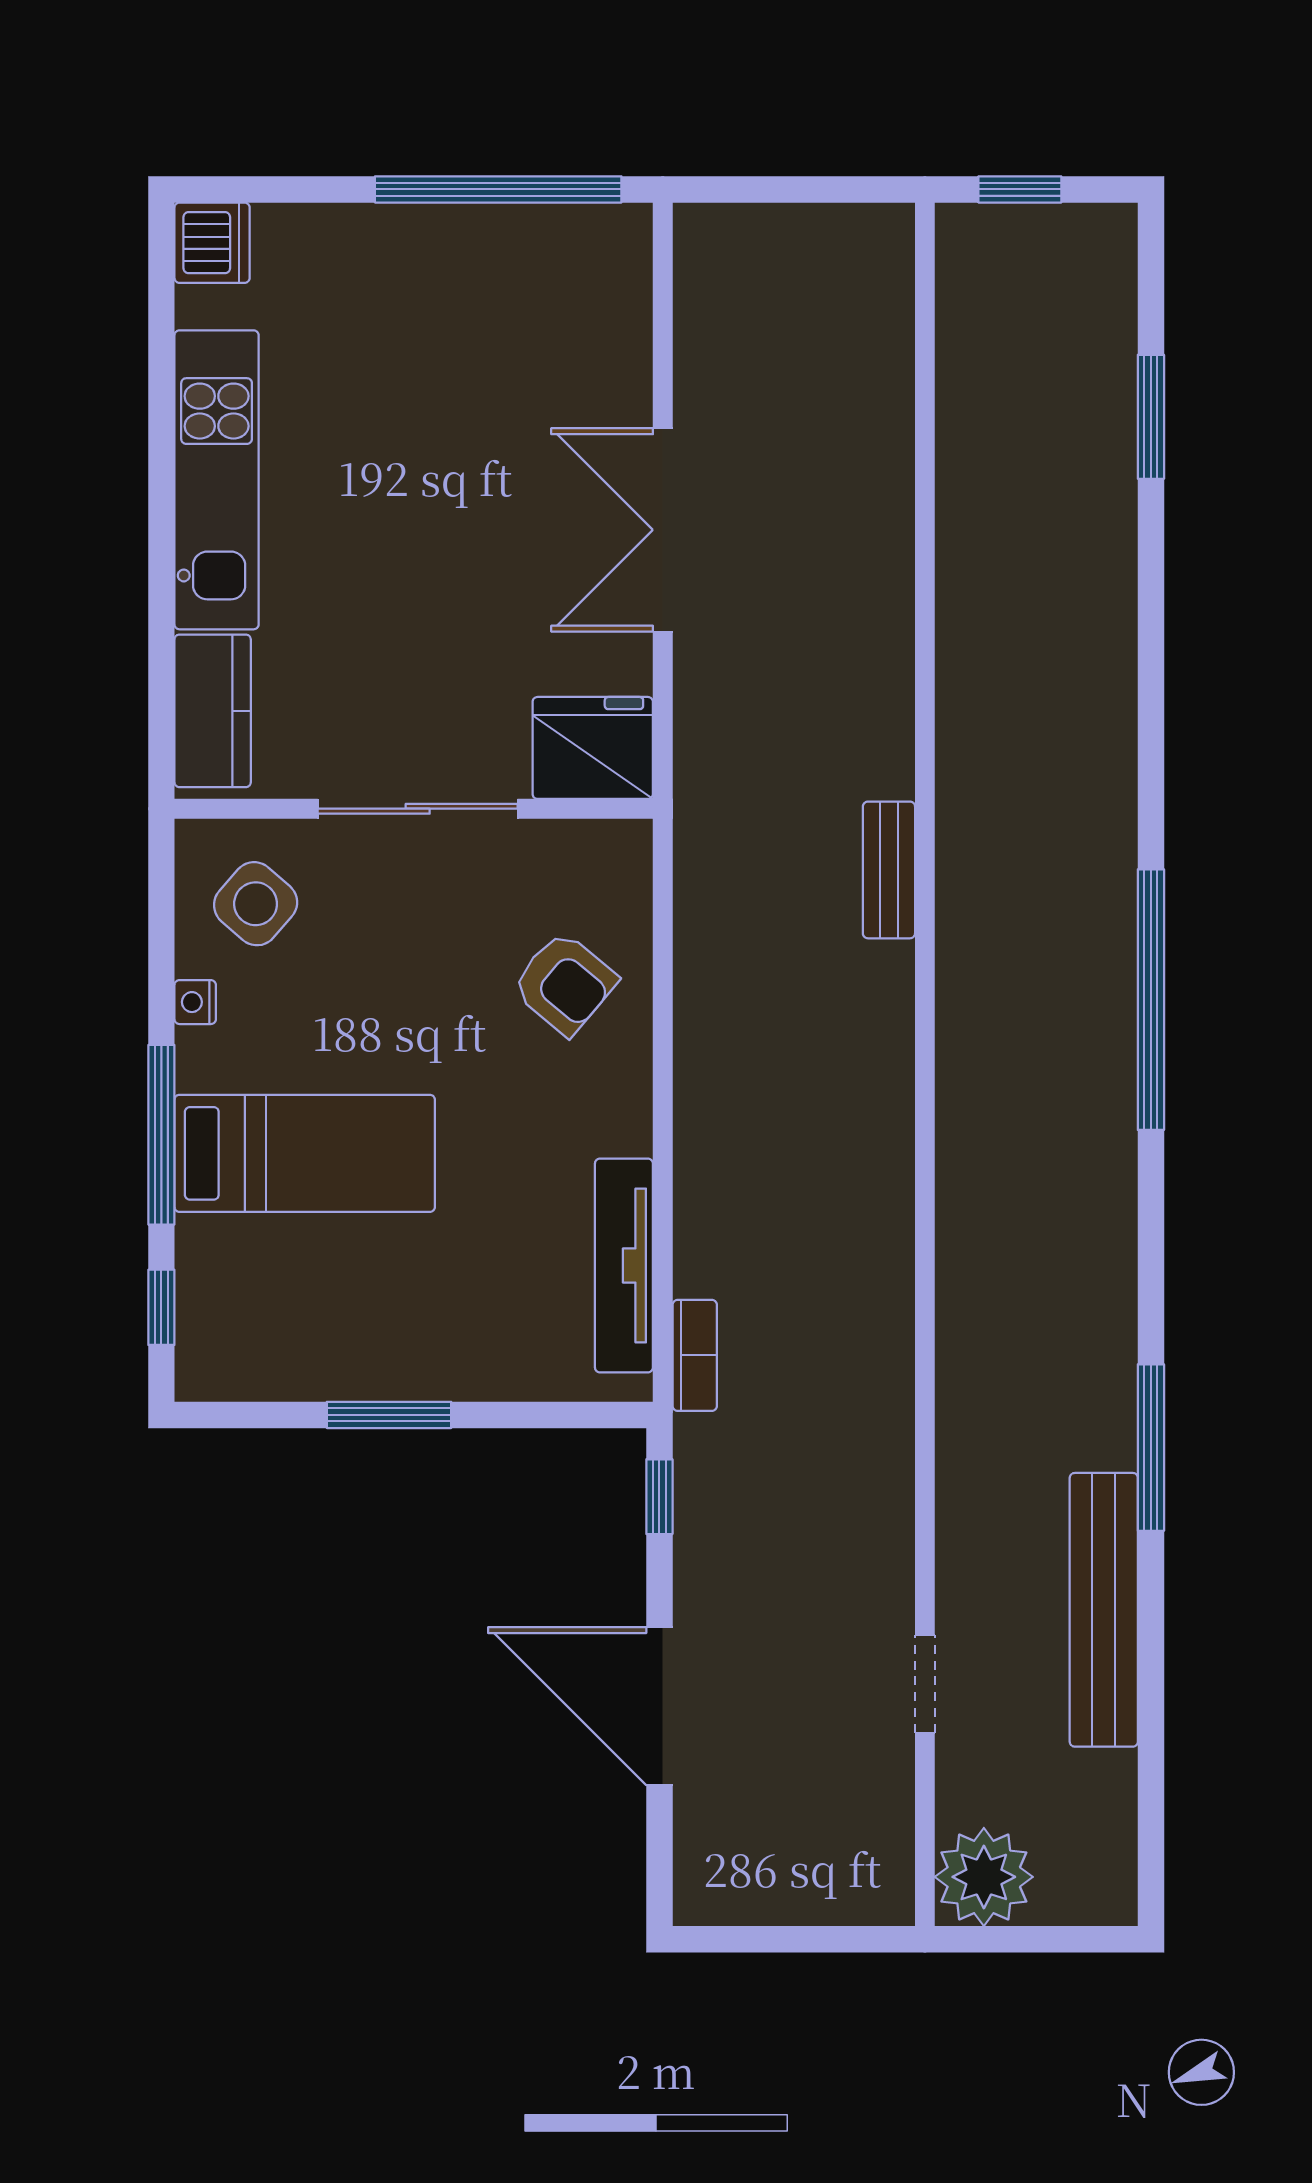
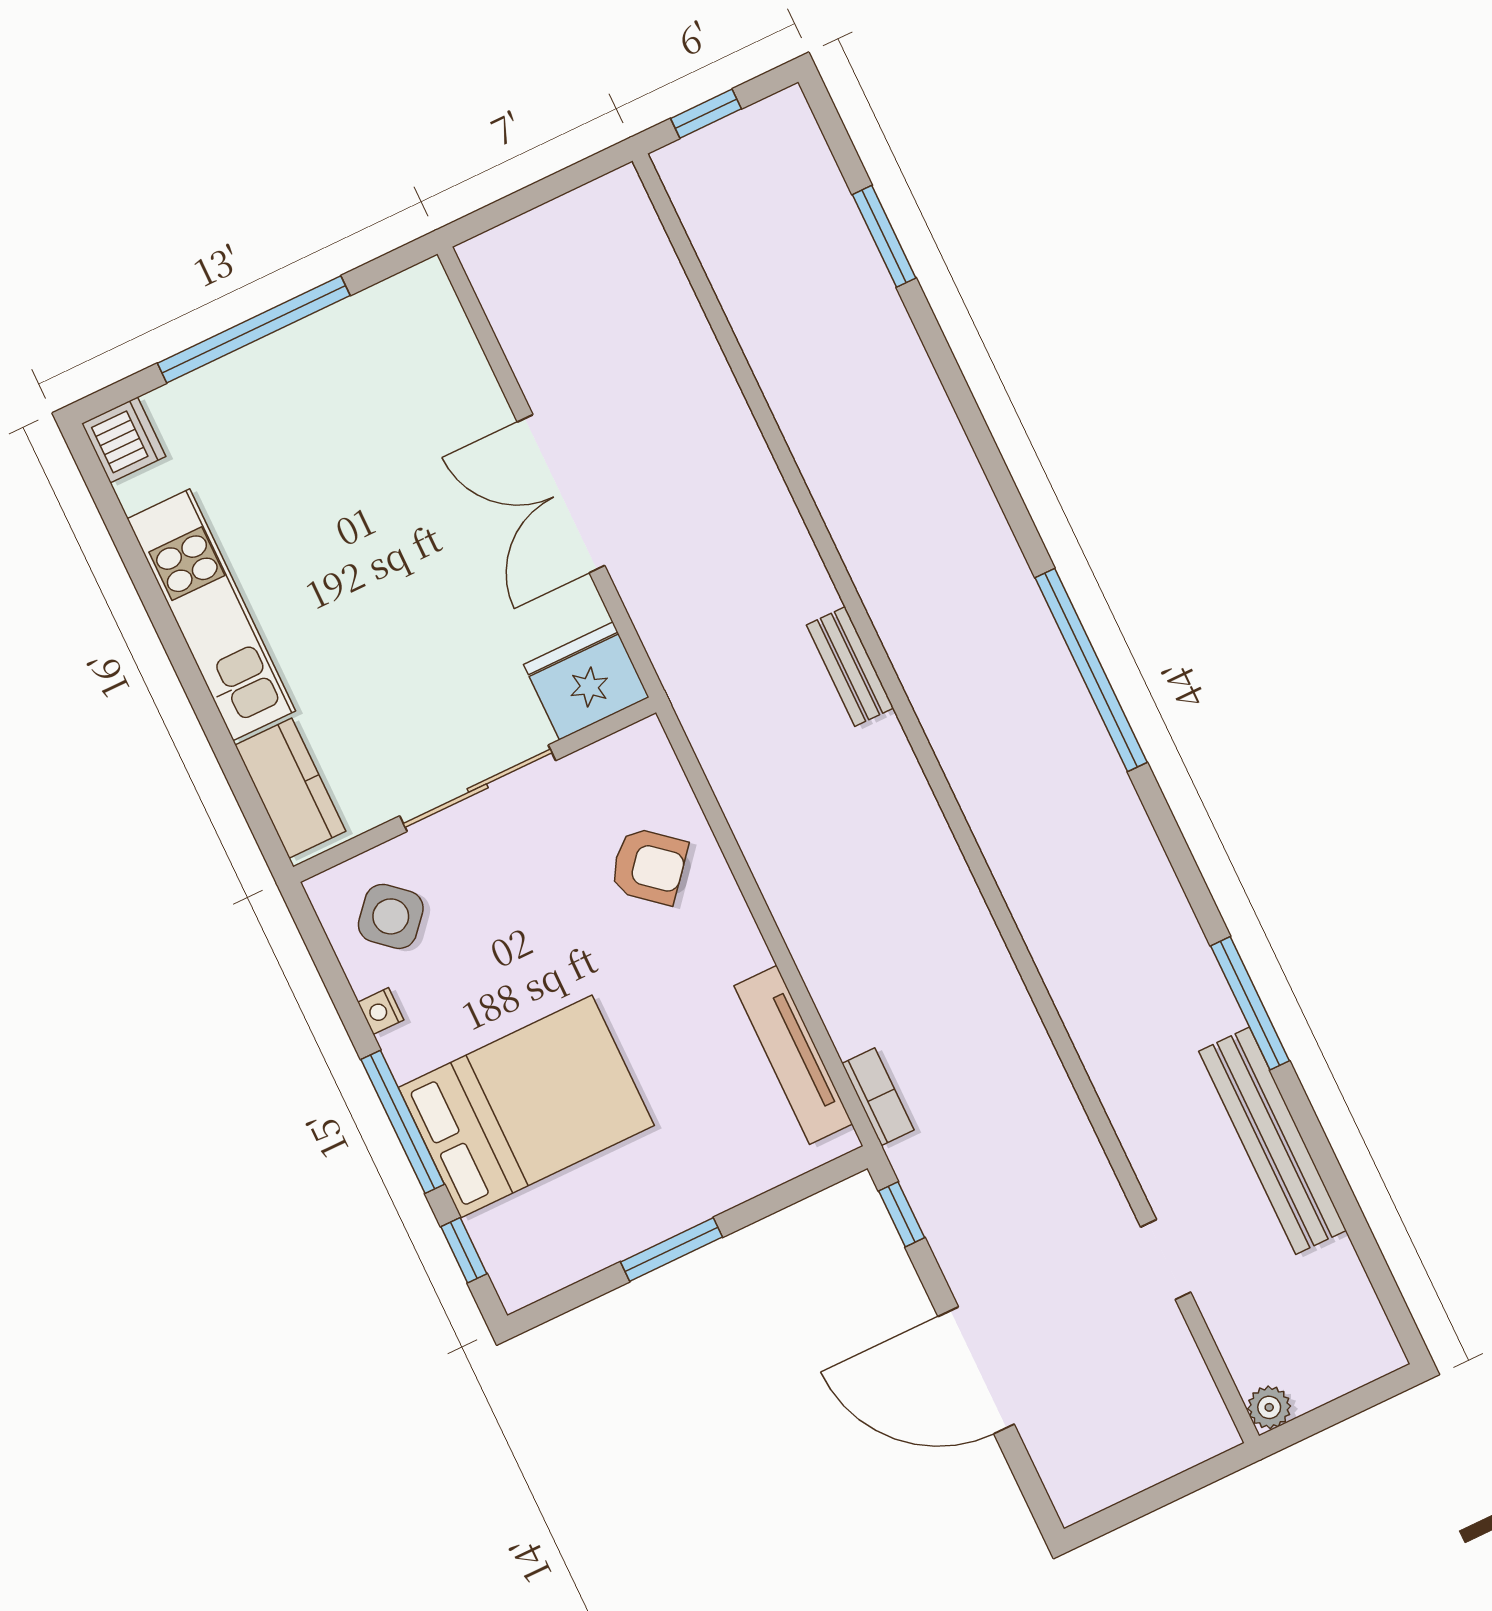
window: (498, 189) -> (254, 329), moved
bed: (305, 1153) -> (526, 1107), width x1.50
plant: (984, 1877) -> (1269, 1407), width x0.53, depth x0.53

